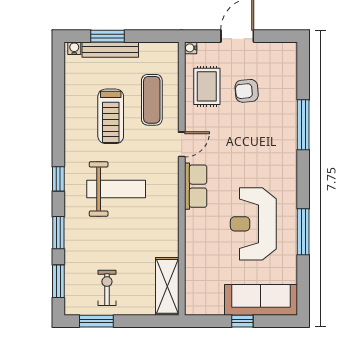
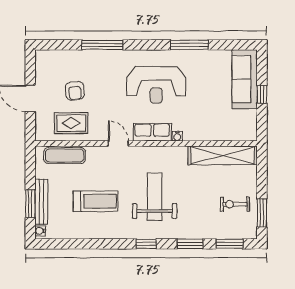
water cooler: (191, 48) -> (177, 136), moved
exercise mat: (152, 100) -> (65, 156), moved
reception desk: (253, 224) -> (156, 85), moved
shelving: (167, 286) -> (223, 155), width x1.47

